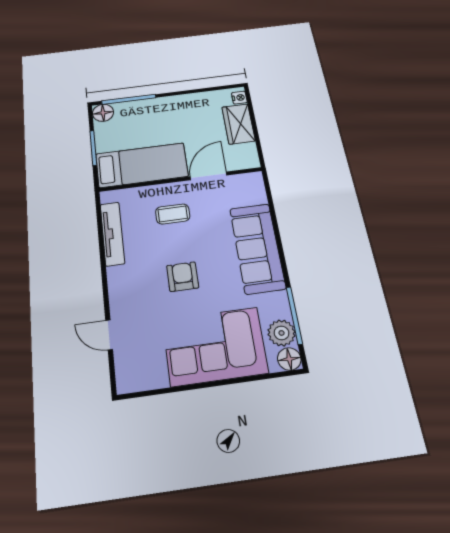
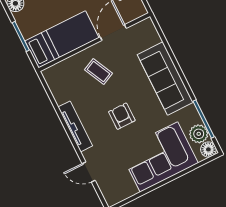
coffee table: (173, 214) -> (98, 72), turned 64
tv unit: (112, 234) -> (75, 126), moved

